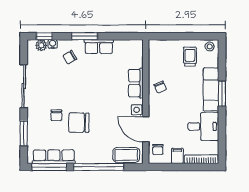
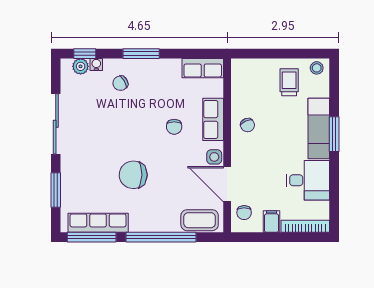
row of seats: (99, 47) -> (203, 68), moved
chair: (56, 115) -> (174, 127), moved

